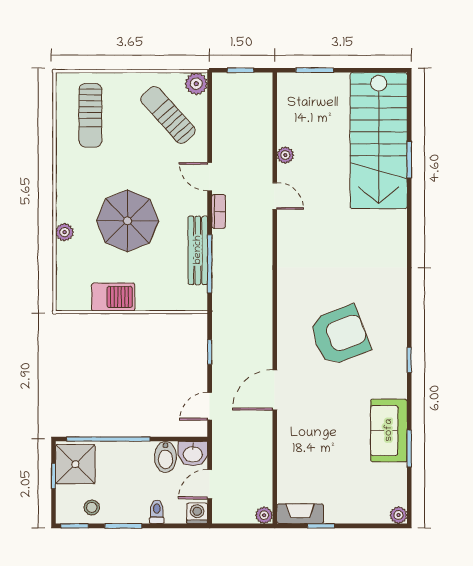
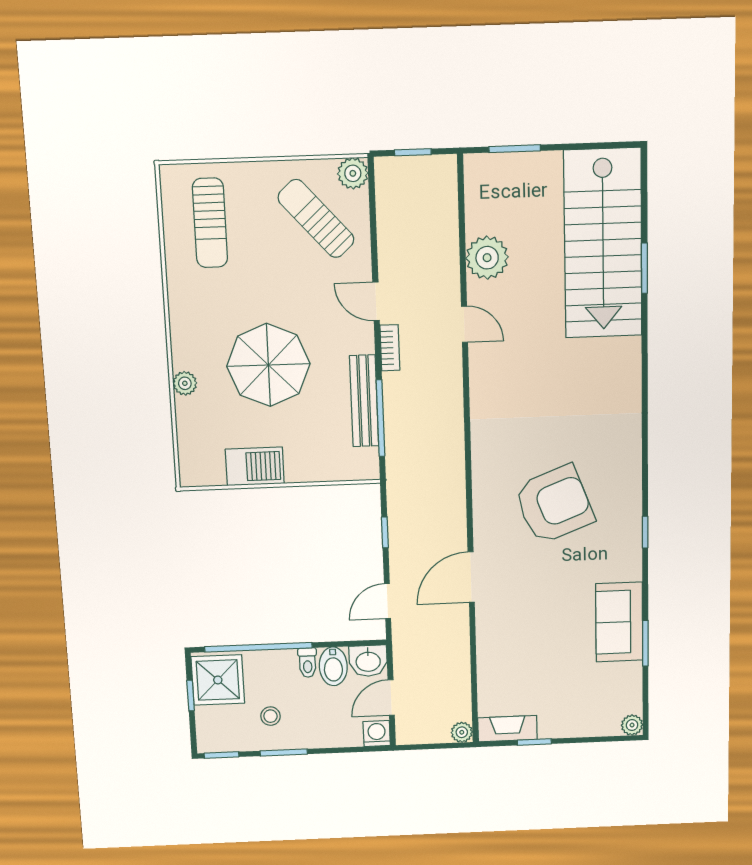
plant: (285, 155) -> (487, 258), width x1.88, depth x1.88
stool: (92, 507) -> (270, 716), moved
toilet: (157, 512) -> (308, 663), moved, turned 180

